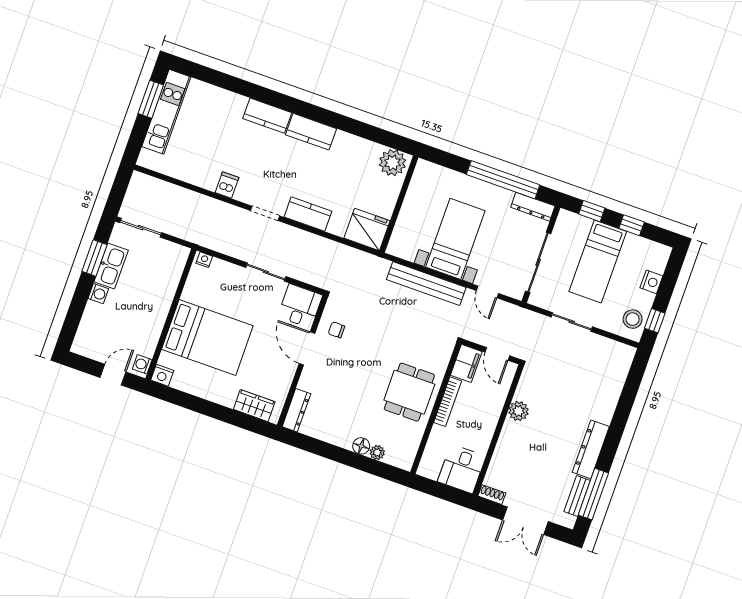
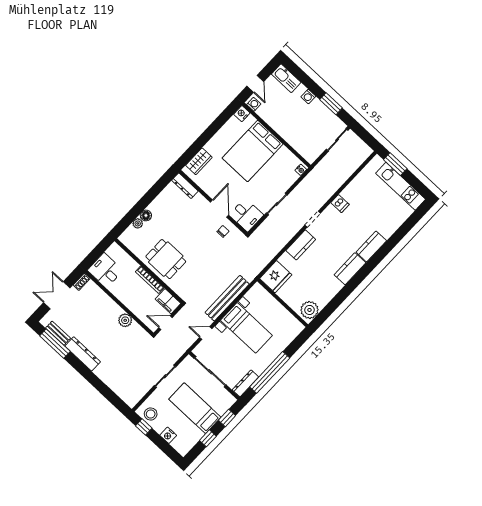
window: (151, 99) -> (395, 164), moved
kitchen sink: (111, 266) -> (286, 78), moved
door: (307, 348) -> (220, 209), hinge flipped

